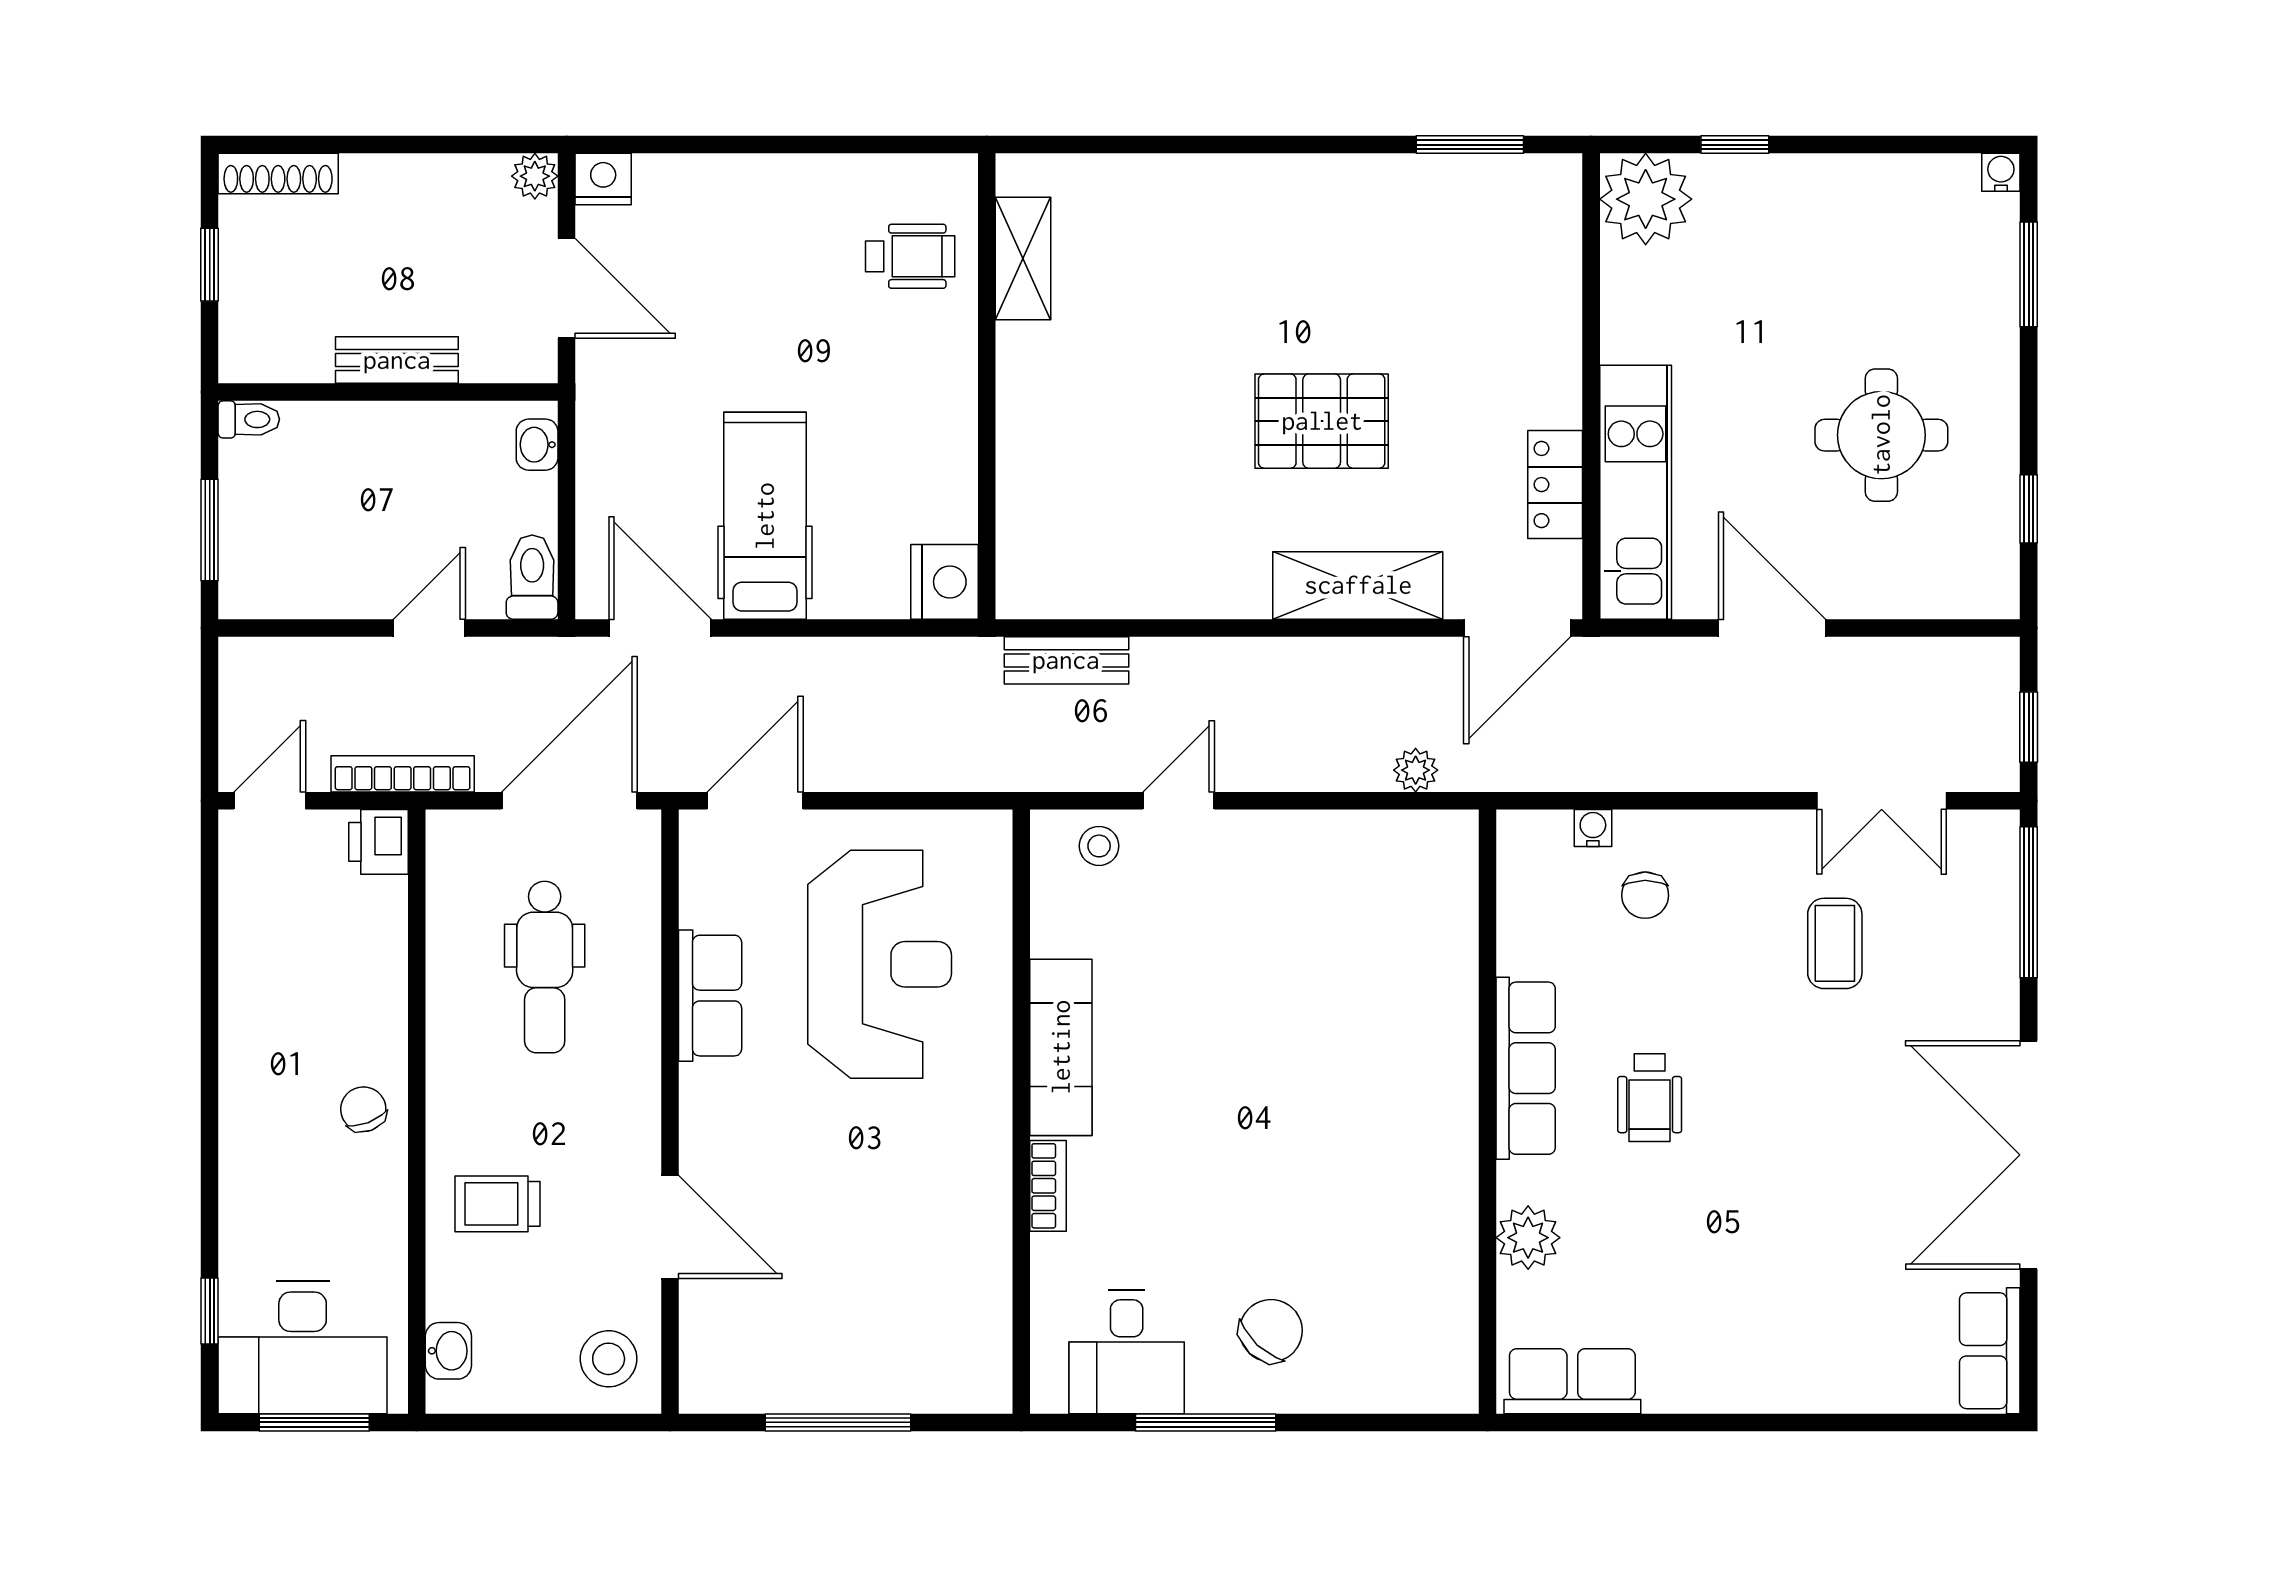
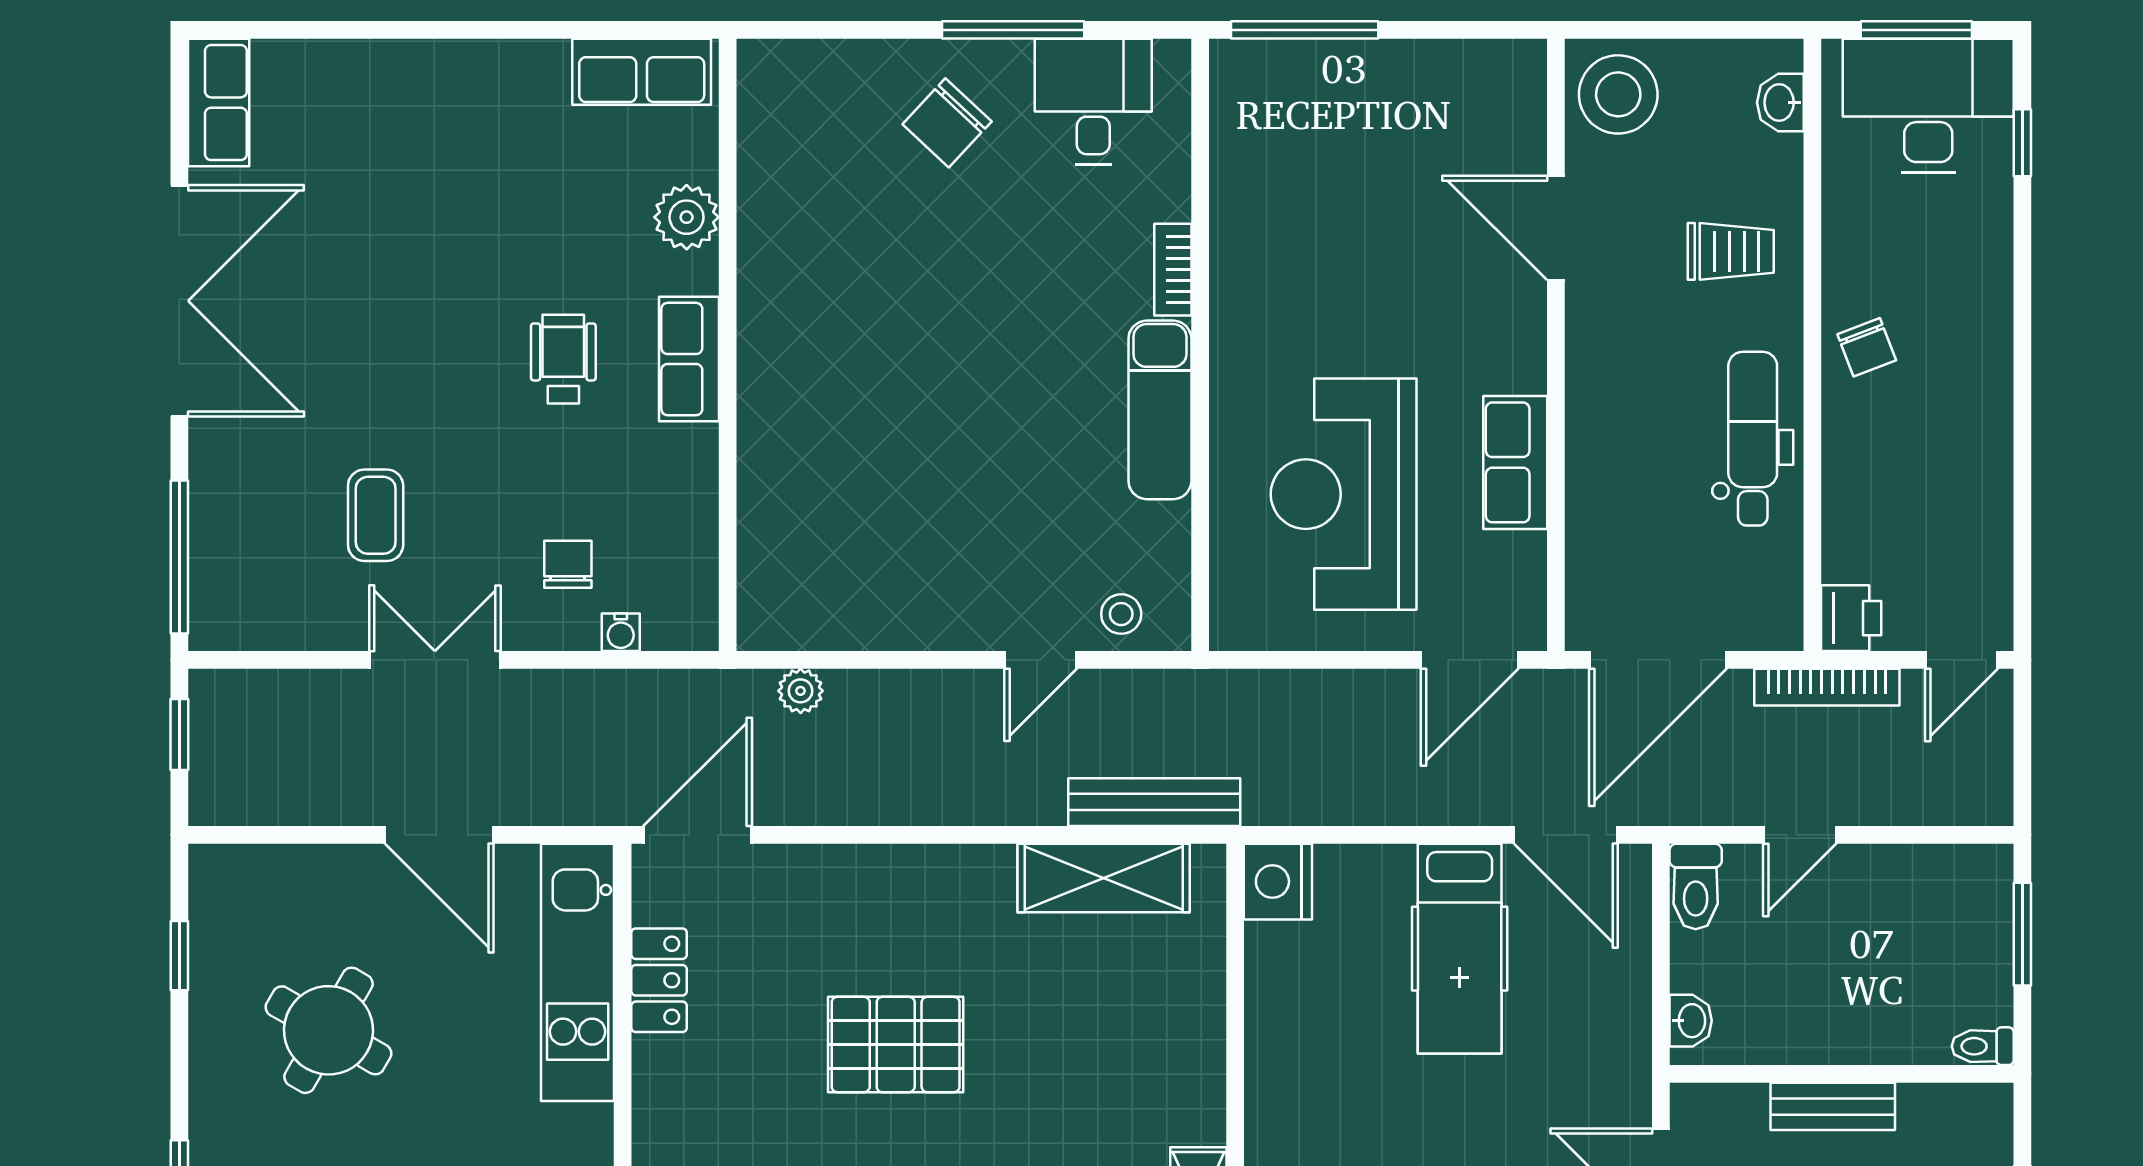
round table: (1881, 435) -> (328, 1030), turned 30
shelving: (1358, 585) -> (1104, 878), moved
bench: (1066, 660) -> (1154, 802), width x1.36
double door: (1882, 801) -> (435, 660), moved
dental chair: (545, 967) -> (1753, 439), moved
row of seats: (1526, 1068) -> (689, 359), width x0.68
stool: (609, 1359) -> (1618, 94), width x1.38, depth x1.38
window: (838, 1422) -> (1305, 30), moved

